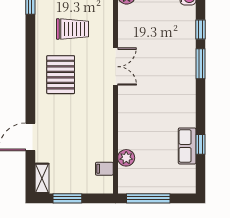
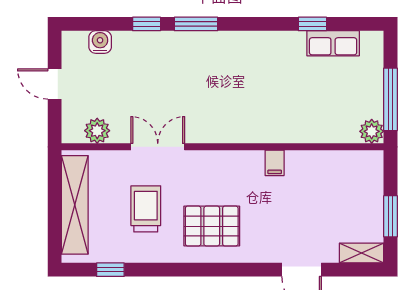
double door: (115, 67) -> (158, 147), moved
row of seats: (187, 146) -> (333, 43), moved
plant: (126, 158) -> (372, 131), moved
filing cabinet: (104, 169) -> (275, 163), moved

